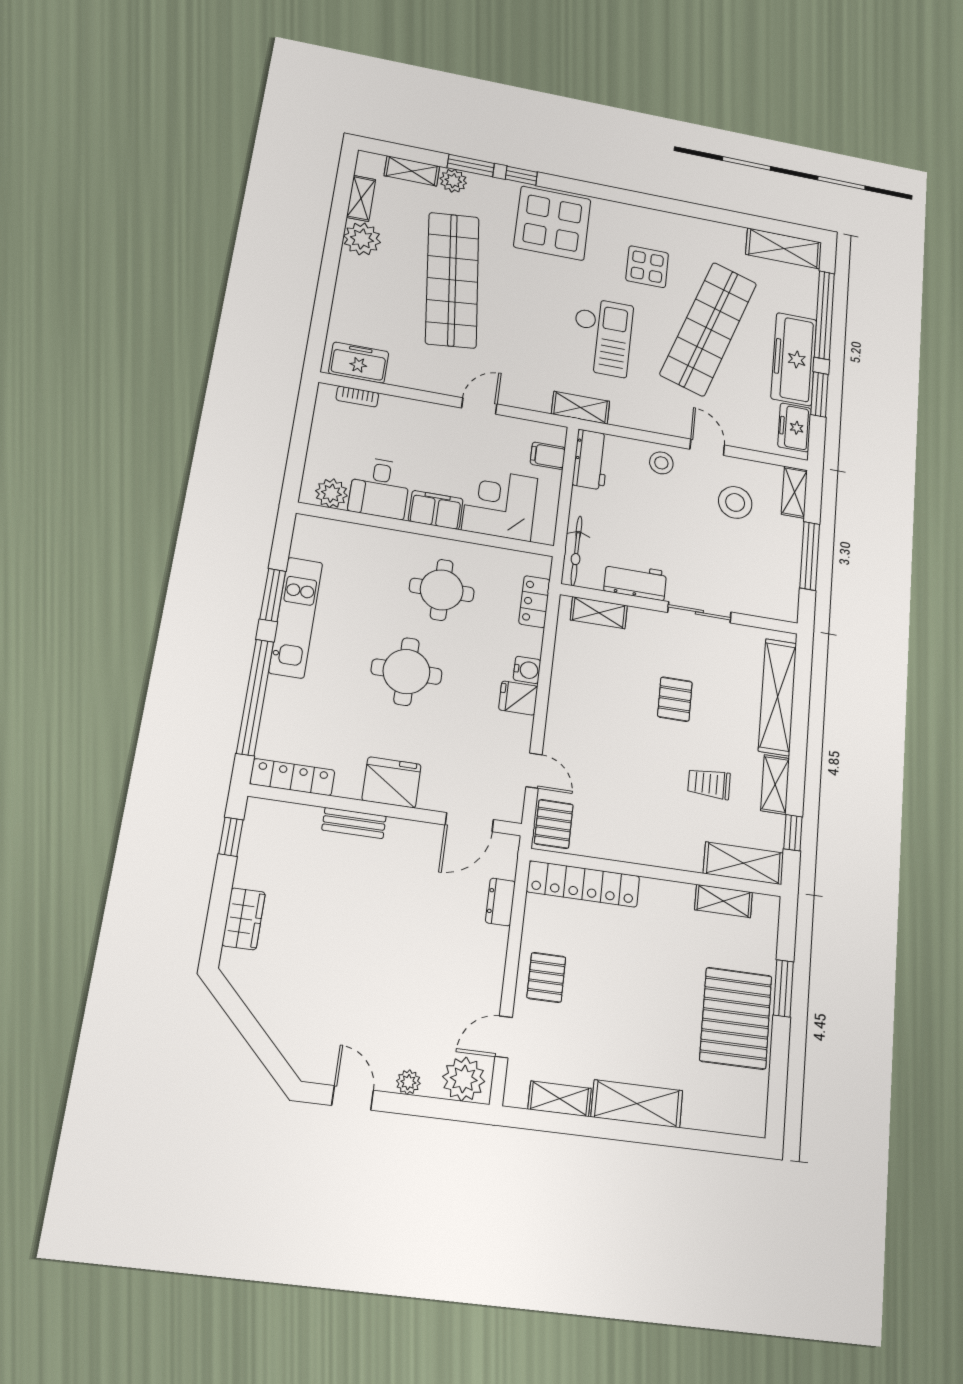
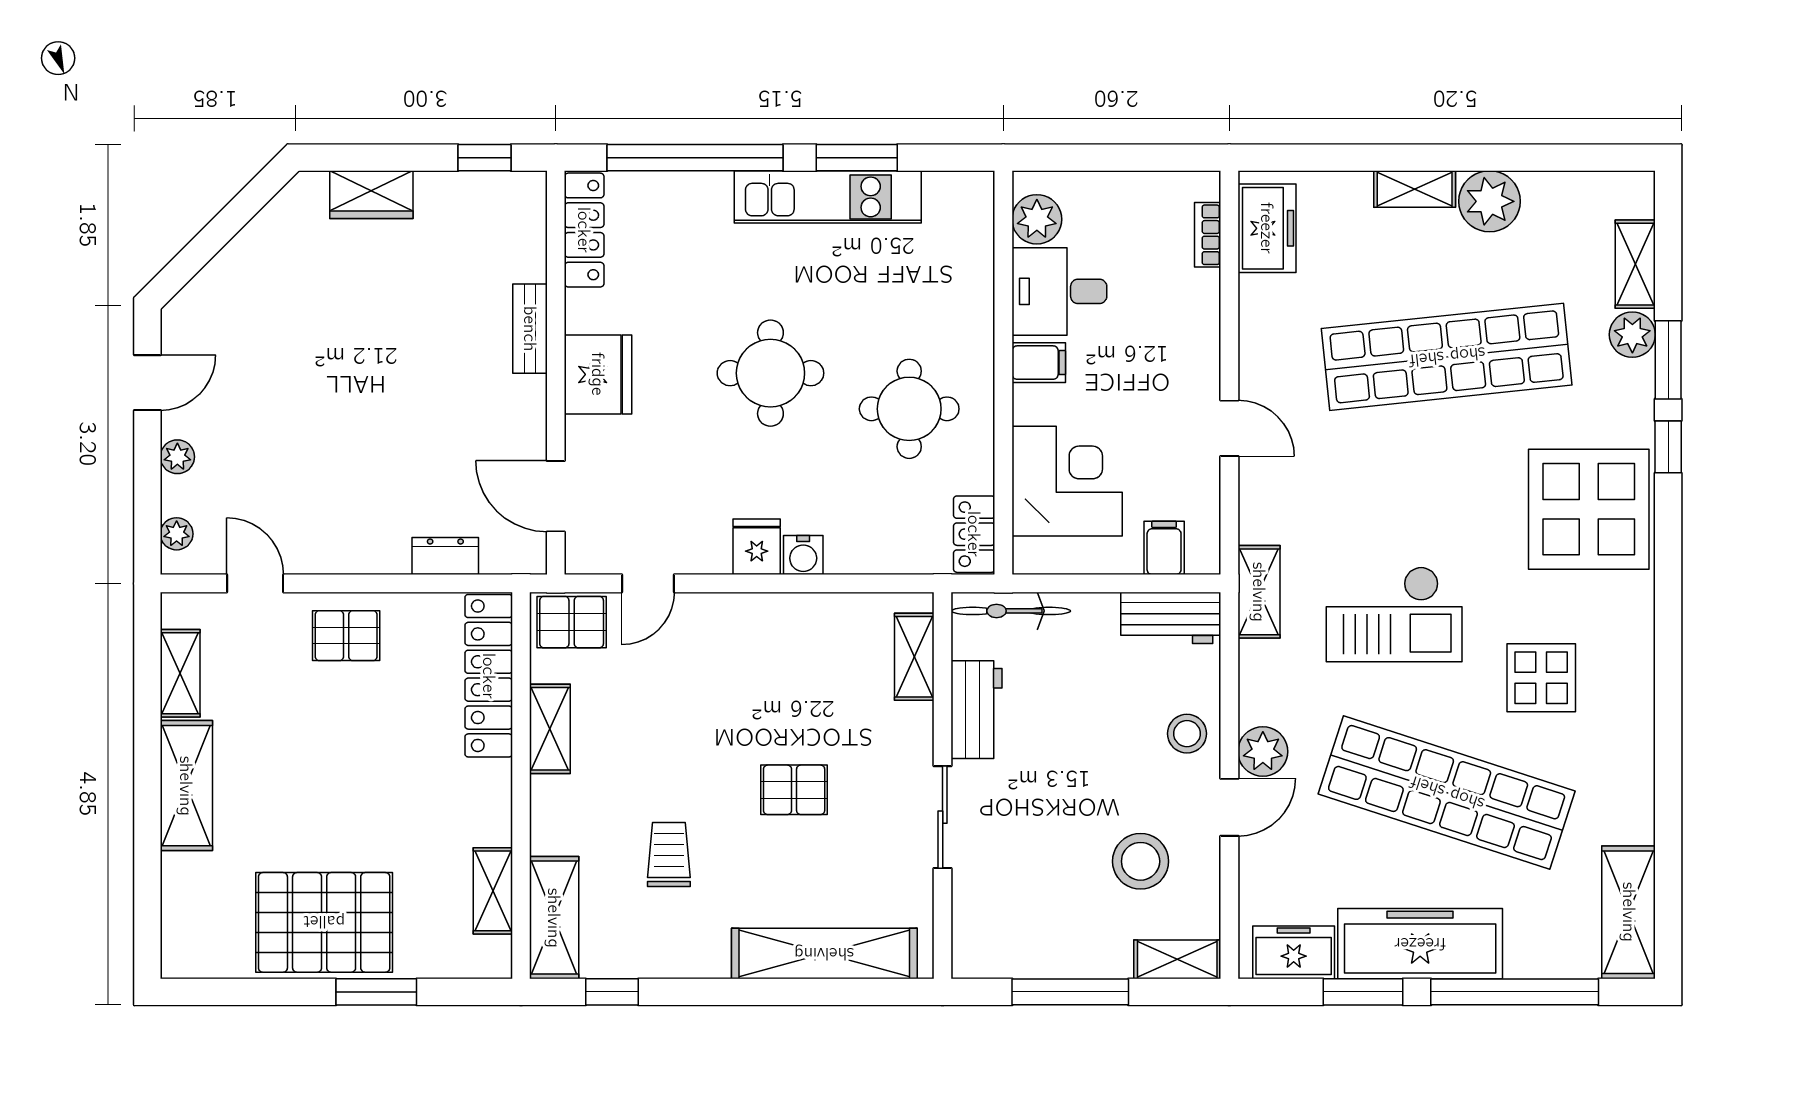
shelving: (361, 198) -> (1415, 189), moved
plant: (676, 423) -> (1263, 752), added
filing cabinet: (436, 510) -> (1039, 363), width x0.50
locker: (535, 602) -> (974, 534), moved, turned -90
shelving: (775, 784) -> (550, 729), moved, turned 90
plant: (464, 1079) -> (177, 534), width x0.53, depth x0.53

